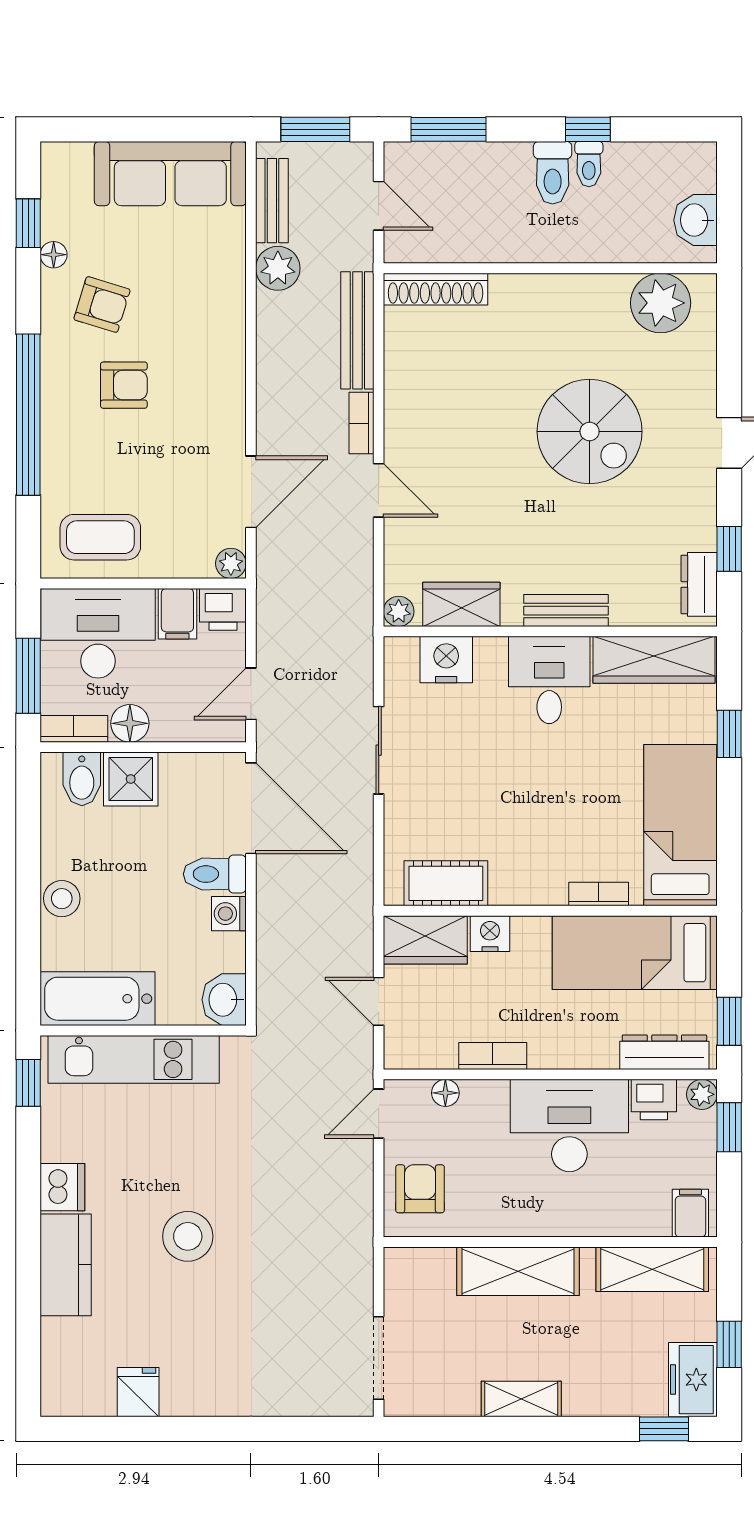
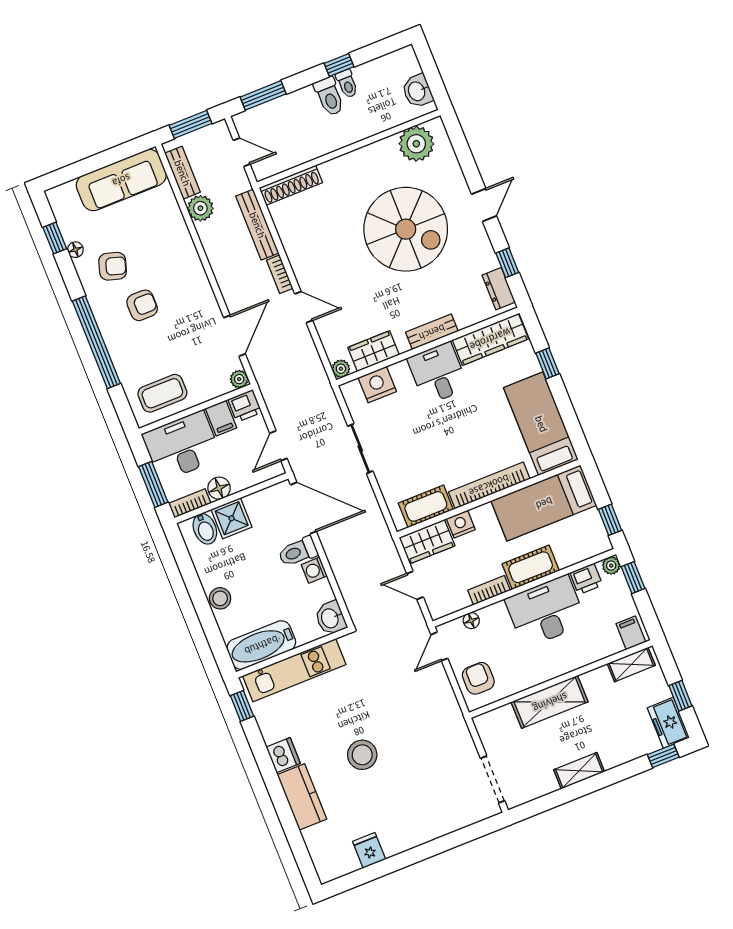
spiral stairs: (590, 431) -> (406, 229), width x1.37, depth x1.37
bookcase: (599, 894) -> (489, 485), width x2.31, depth x1.31
cot: (573, 1046) -> (531, 567), added
dresser: (664, 1052) -> (582, 551), removed
shelving: (652, 1269) -> (631, 664), width x0.67, depth x0.75

